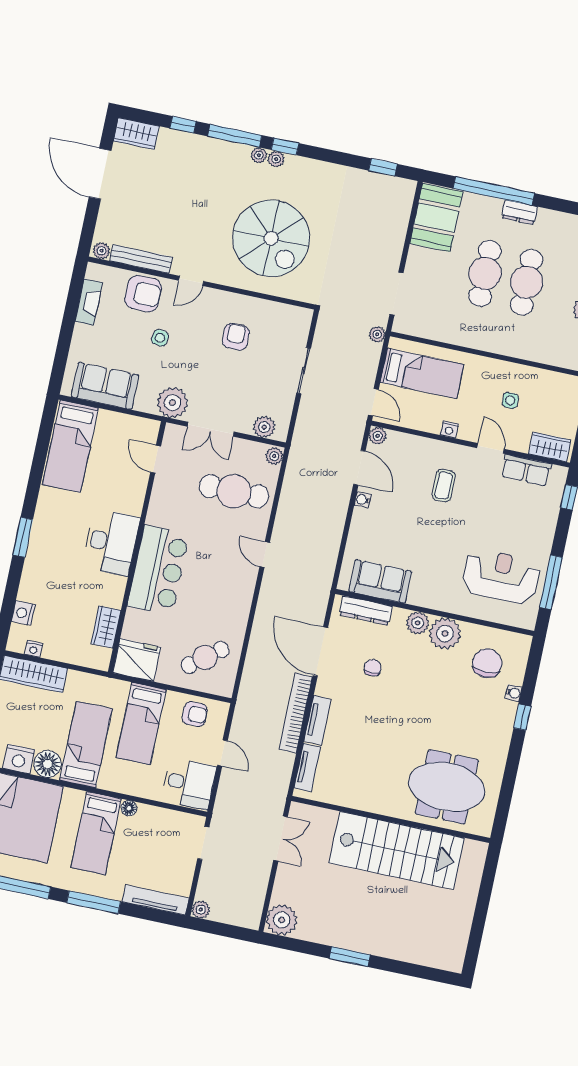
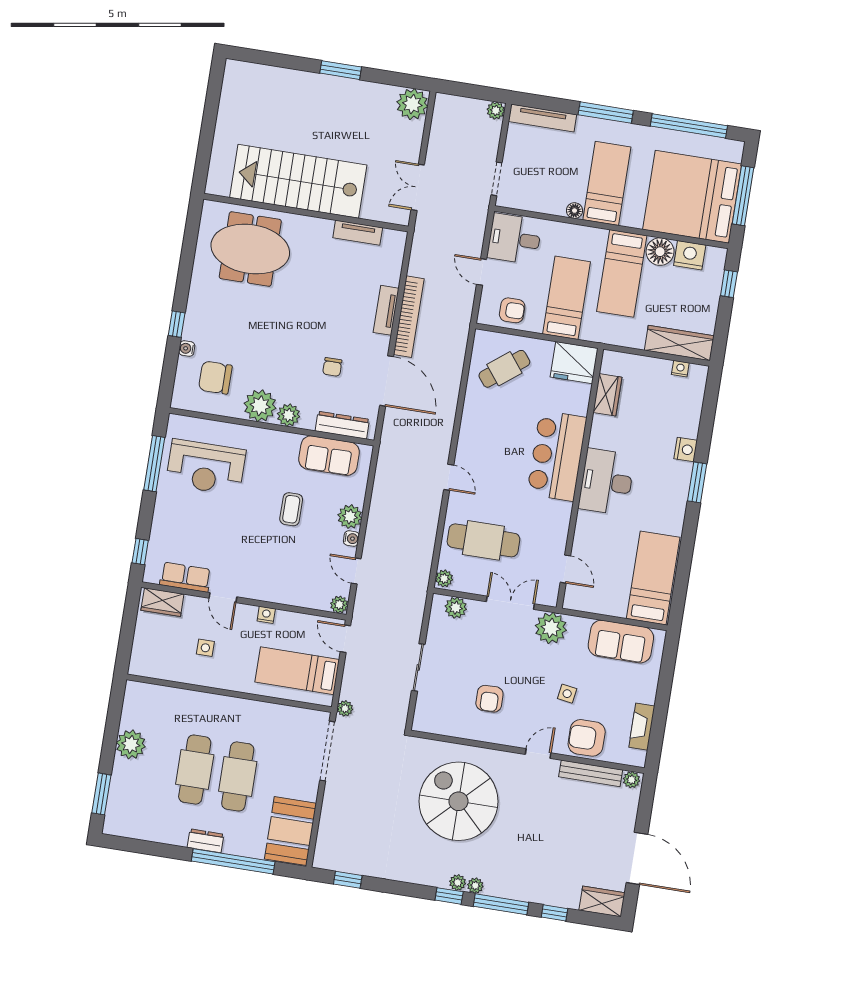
doorway: (396, 294) -> (327, 751), width x1.36
door: (359, 468) -> (356, 571), width x0.73
coffee table: (444, 485) -> (291, 509), moved
plant: (363, 521) -> (350, 517), added
nightstand: (23, 613) -> (686, 449), moved
chair: (487, 663) -> (215, 378), turned 90
armchair: (195, 714) -> (512, 310), turned 180
tv unit: (307, 767) -> (358, 233), moved, turned -90

